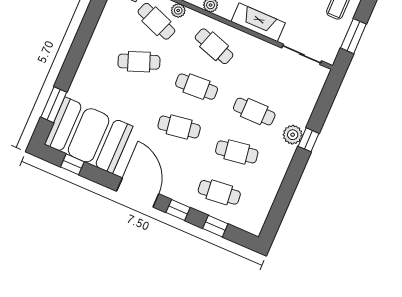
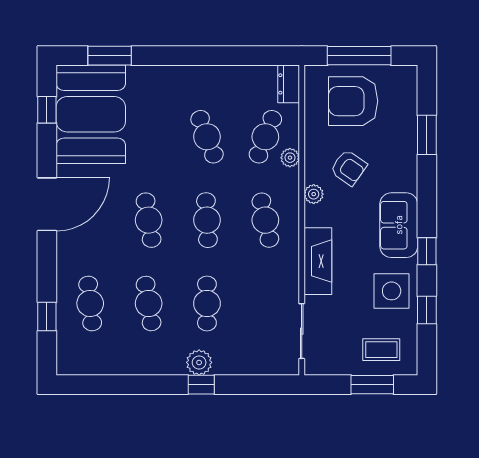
window: (353, 36) -> (372, 385), moved
cafe table: (214, 46) -> (265, 220), turned -30
window: (178, 210) -> (47, 263), removed

